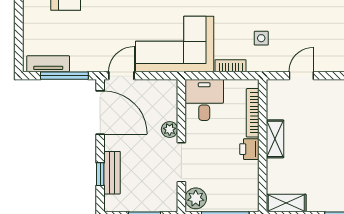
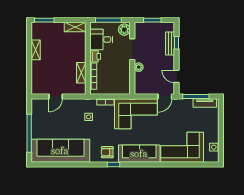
door: (301, 76) -> (56, 96), moved
desk: (204, 100) -> (101, 40), moved, turned 90
door: (100, 112) -> (177, 76), width x0.53
shelving: (275, 139) -> (81, 73), moved

